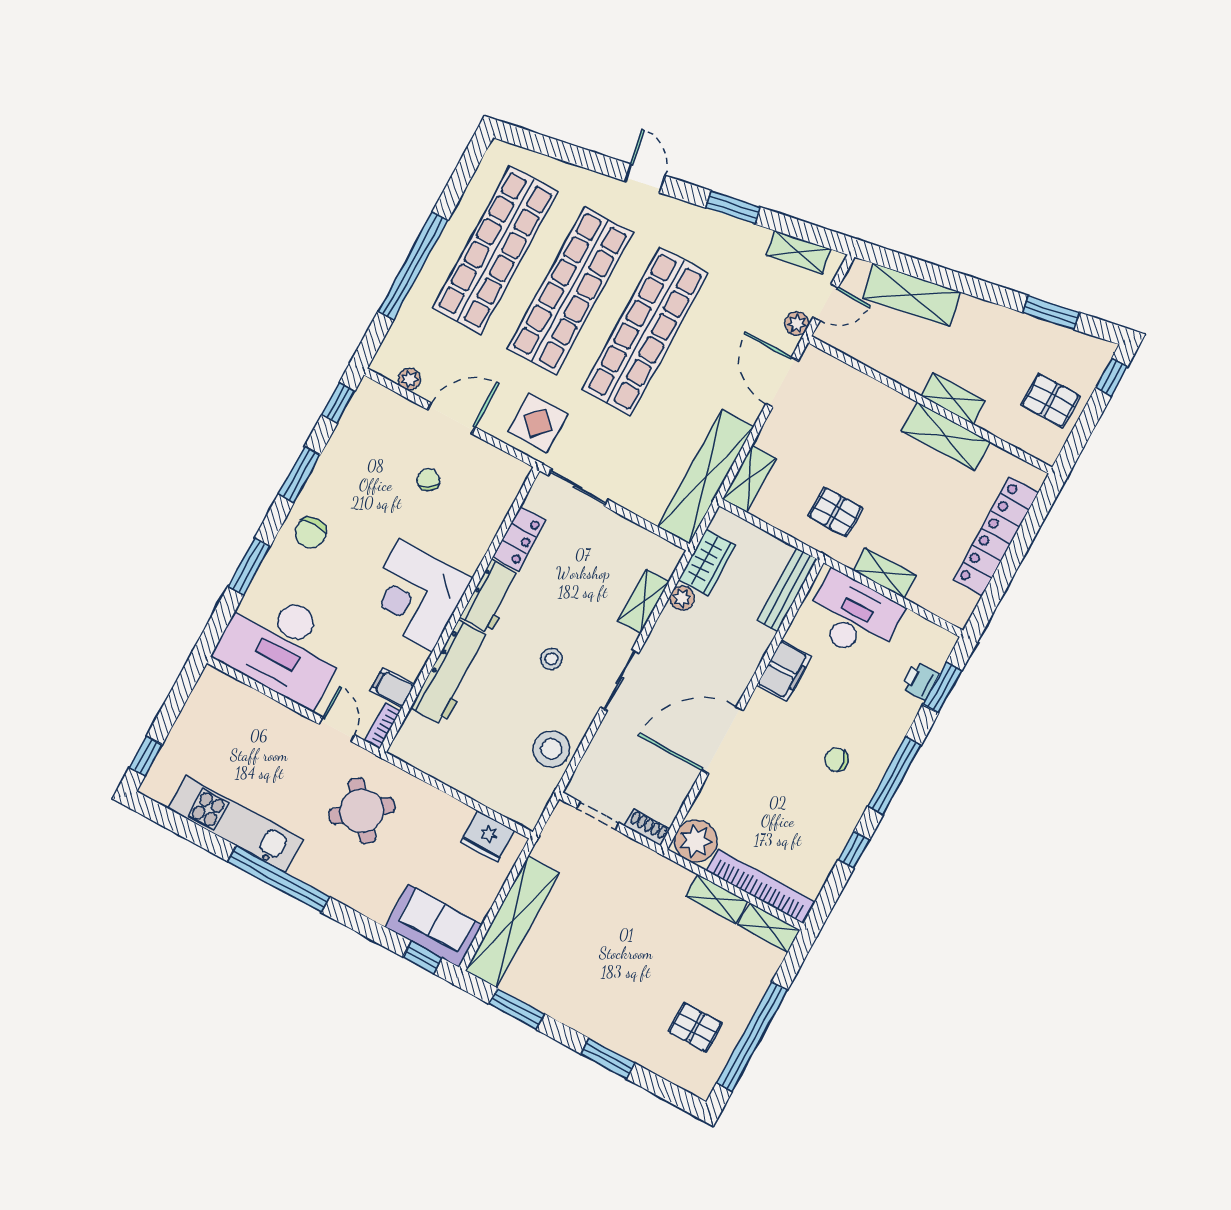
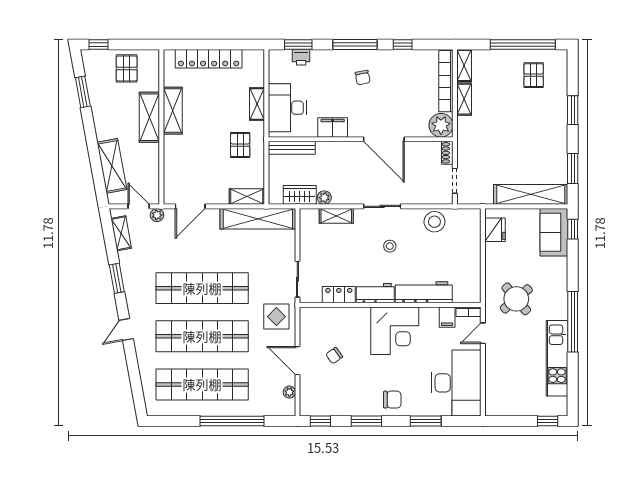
shelving: (953, 398) -> (149, 117), width x1.50, depth x1.33

